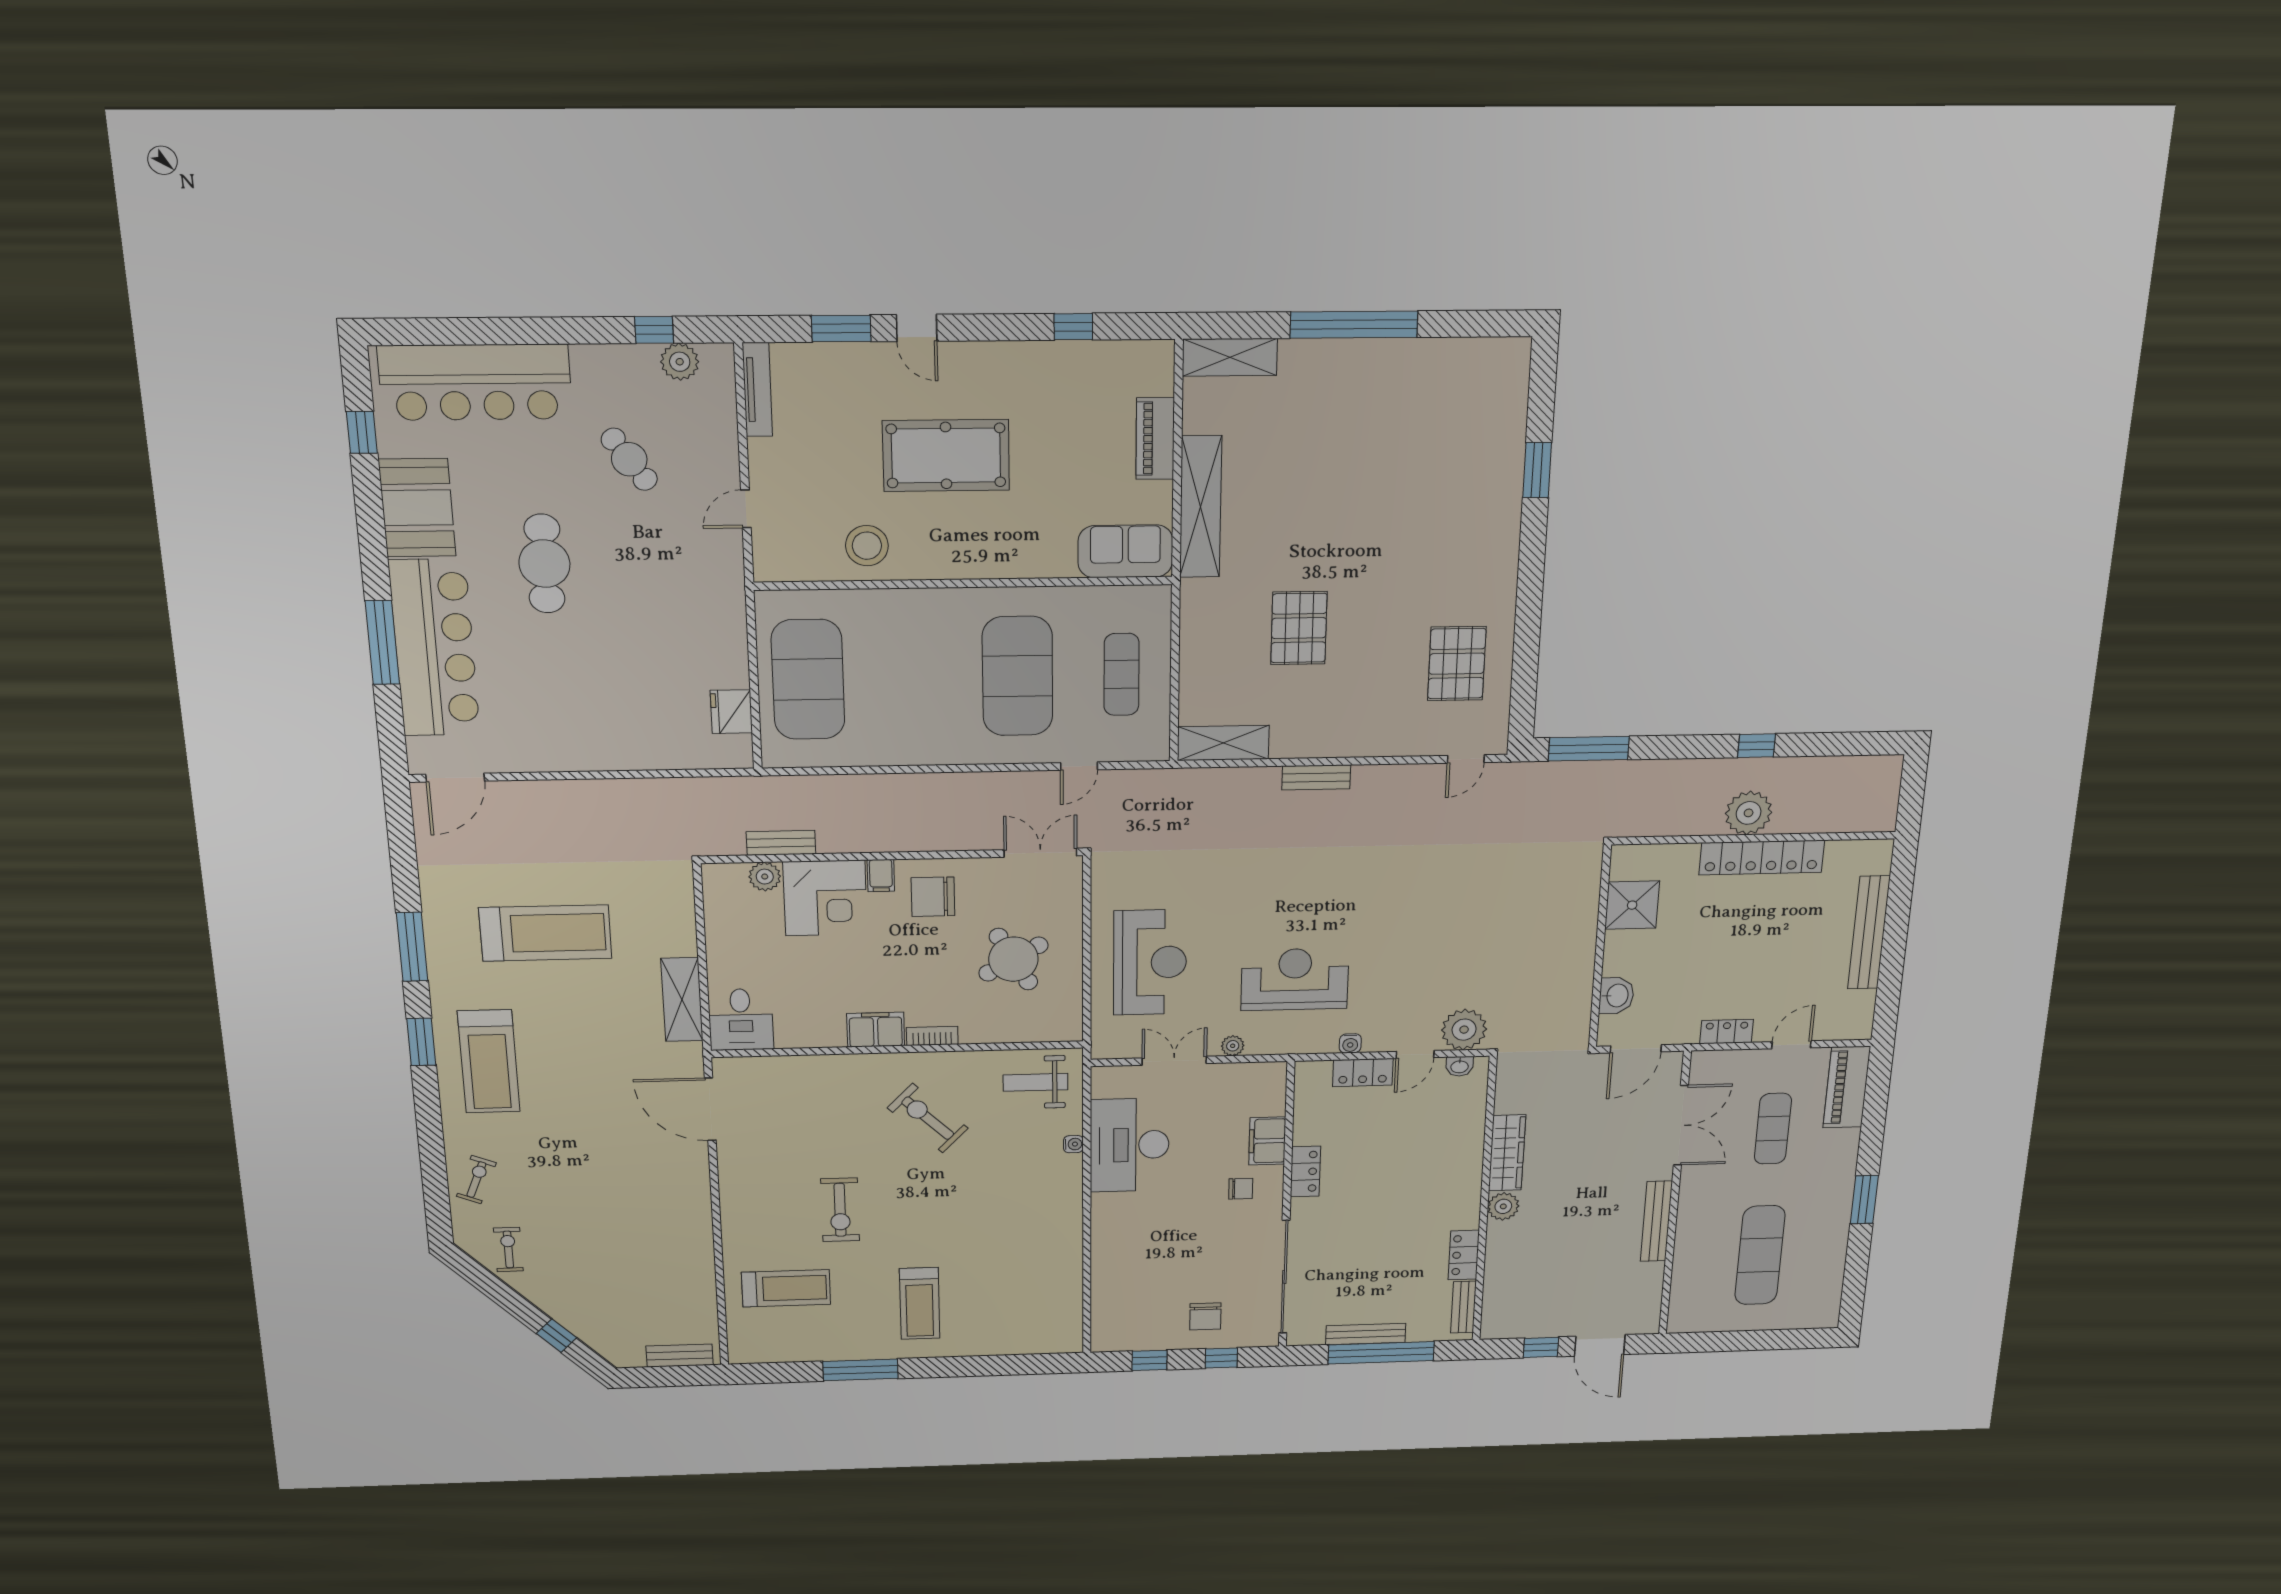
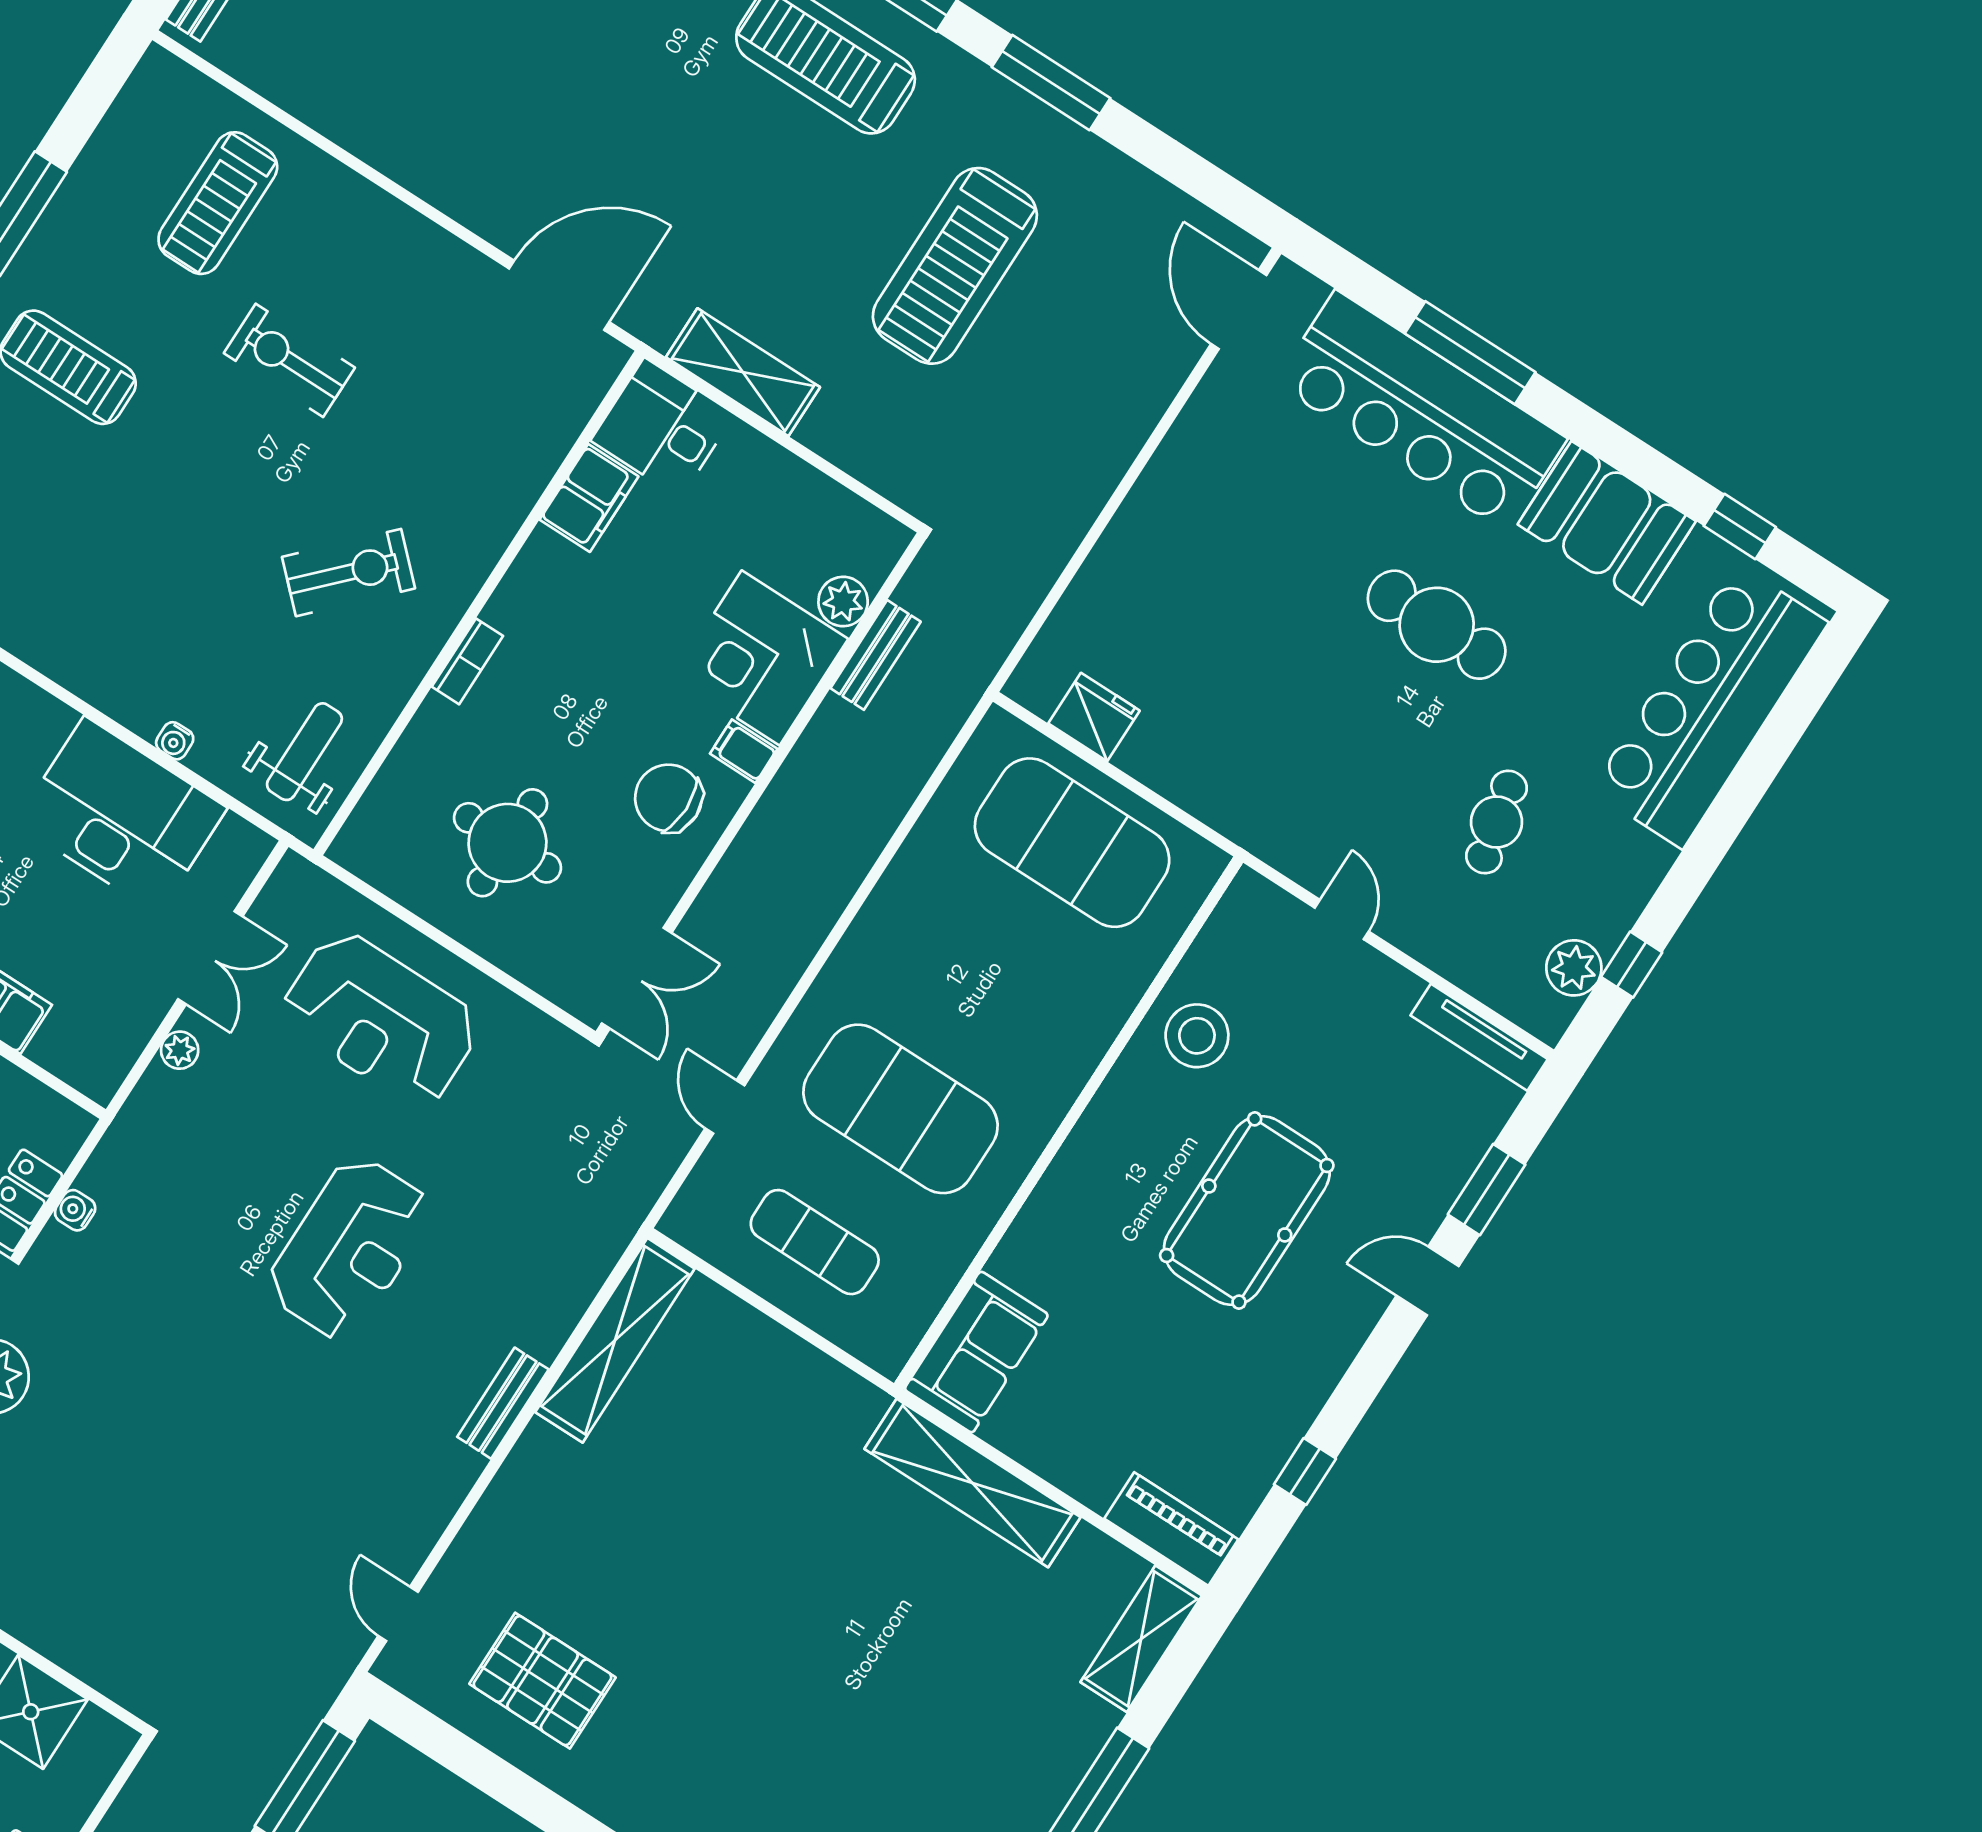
piano: (1155, 439) -> (1171, 1529), moved
cafe table: (629, 459) -> (1497, 822), turned -68
pallet: (1299, 628) -> (727, 1507), removed
shelving: (1223, 743) -> (615, 1340), width x1.47
chair: (933, 897) -> (668, 798), turned -90
round table: (1013, 959) -> (507, 843), turned 30
reception desk: (1295, 979) -> (349, 1248), moved
filing cabinet: (876, 1030) -> (589, 498), moved

